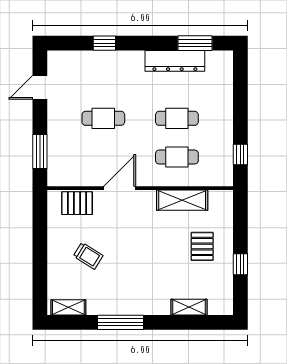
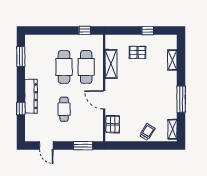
dresser: (175, 61) -> (31, 96), moved
cafe table: (177, 118) -> (64, 67), width x1.37, depth x1.35
cafe table: (177, 157) -> (86, 67), width x1.37, depth x1.35
trolley: (88, 256) -> (147, 132), moved

